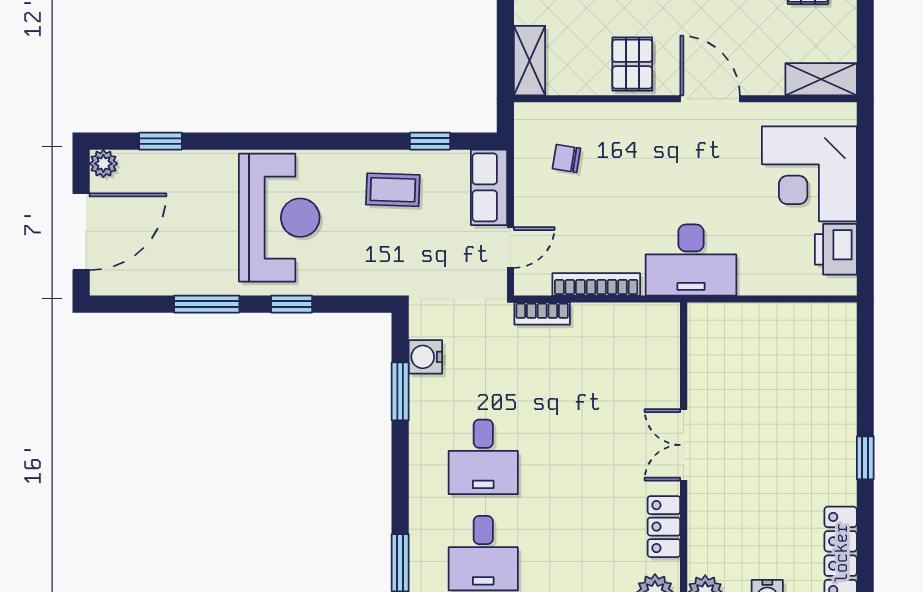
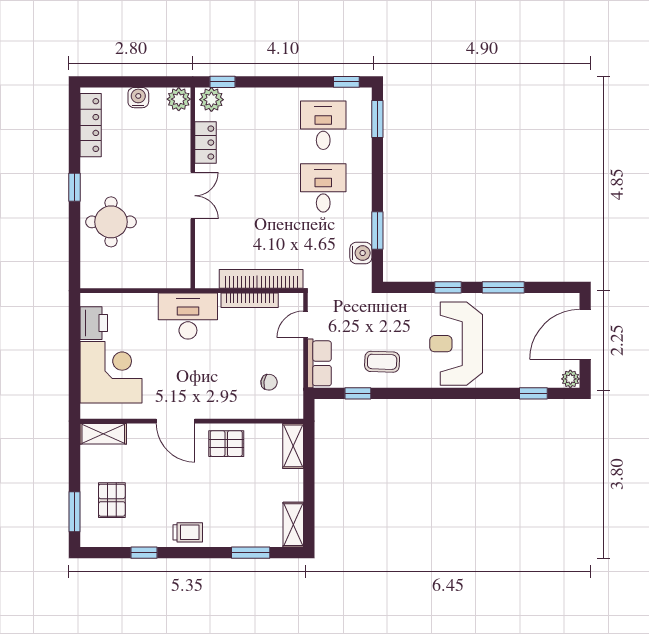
pallet: (632, 64) -> (226, 444), turned 90
bookcase: (542, 313) -> (261, 279), width x2.31, depth x1.31
round table: (809, 405) -> (111, 222), added

